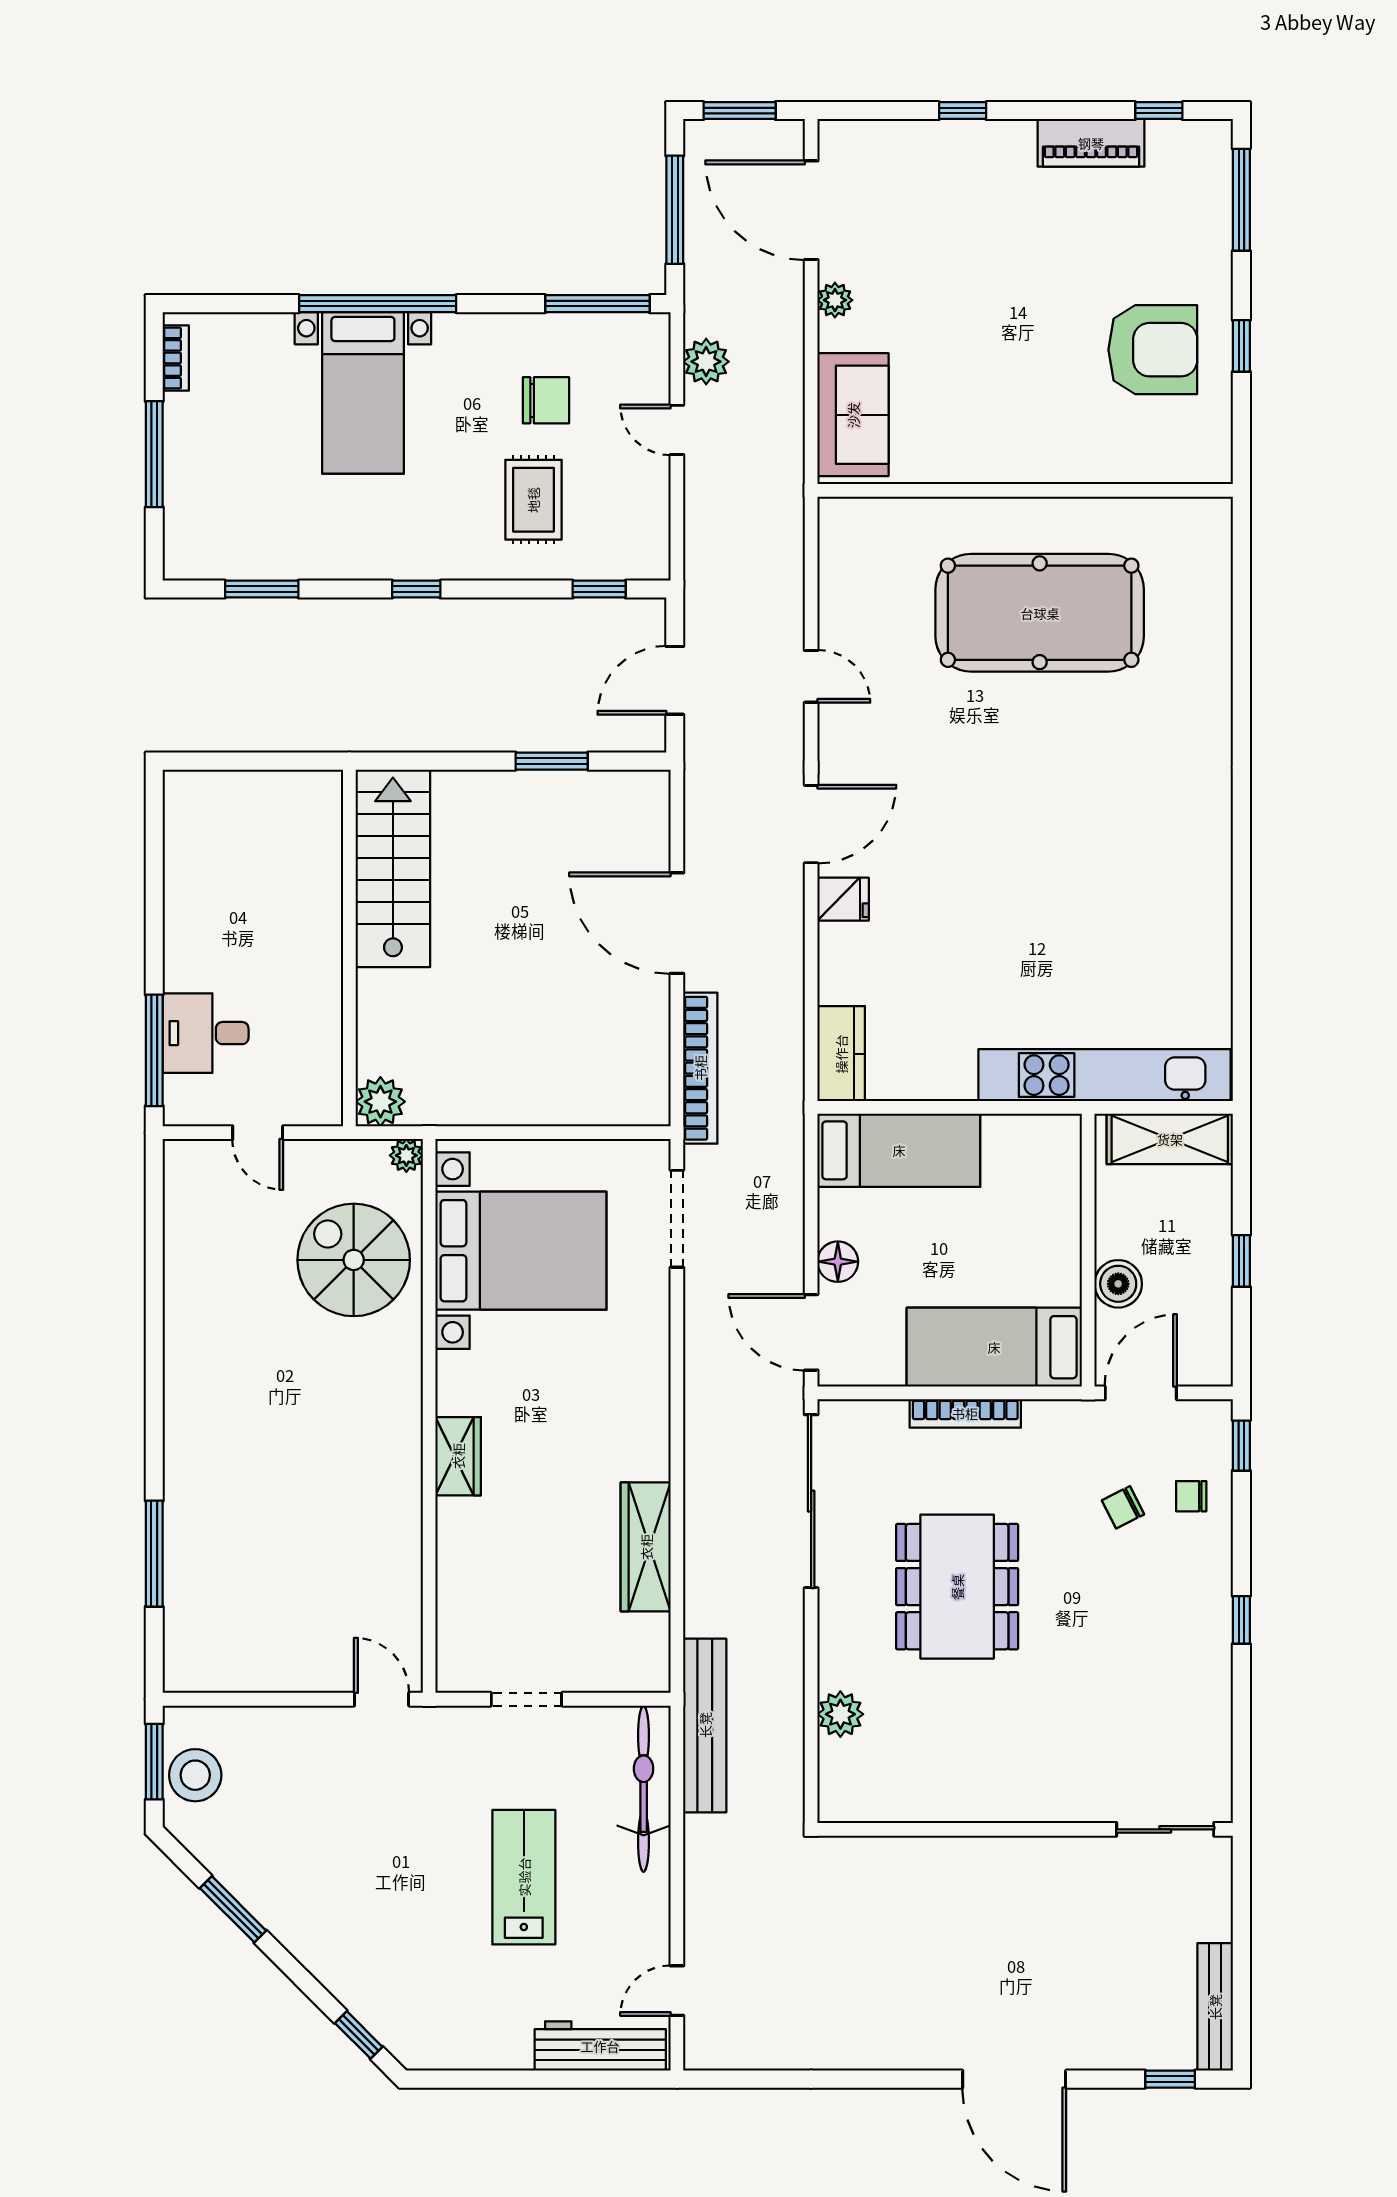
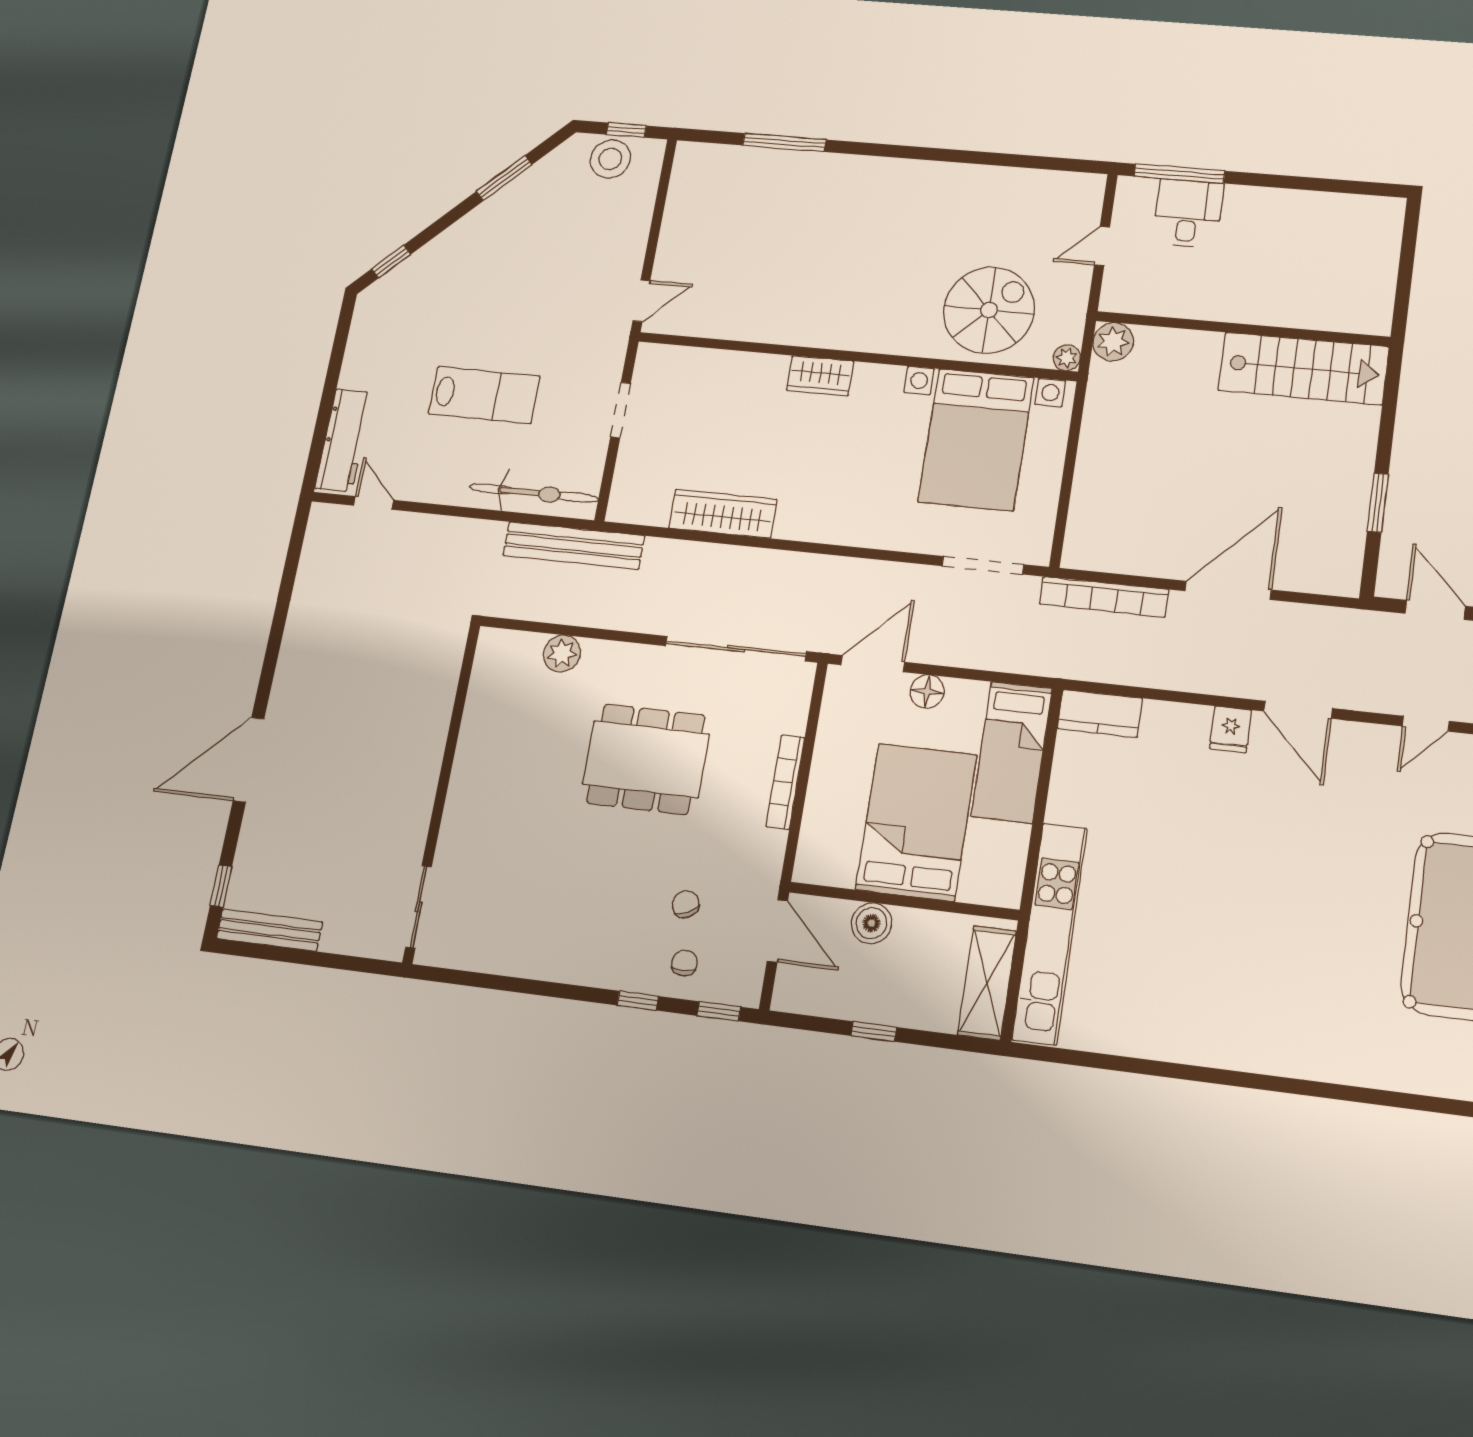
bed: (994, 1347) -> (916, 822), moved, width x1.50
window: (1241, 1620) -> (638, 1001), moved
window: (154, 1762) -> (626, 130), width x0.67

